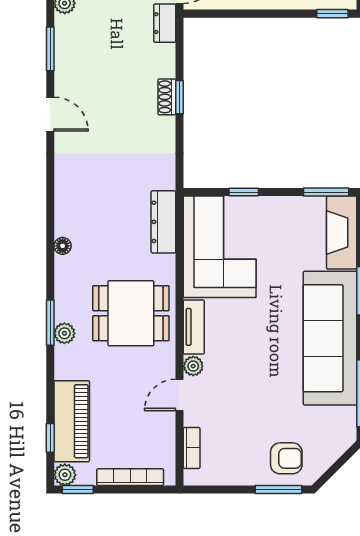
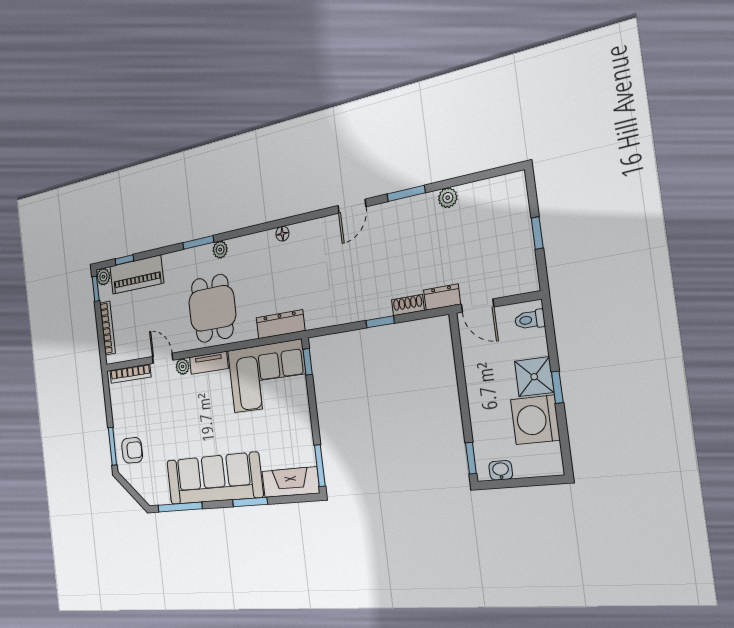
shoe rack: (167, 97) -> (408, 305), moved
window: (244, 192) -> (308, 362), moved
floor lamp: (63, 246) -> (282, 234), moved
plant: (64, 333) -> (220, 250), moved
bookcase: (192, 448) -> (130, 374), width x1.56
armchair: (286, 458) -> (132, 450), turned -90

